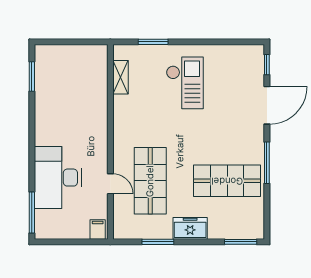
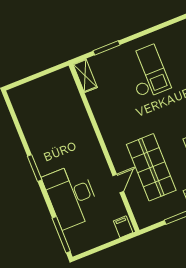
window: (32, 77) -> (35, 168), moved
shelving: (120, 77) -> (85, 76), moved
door: (110, 184) -> (118, 183), hinge flipped

